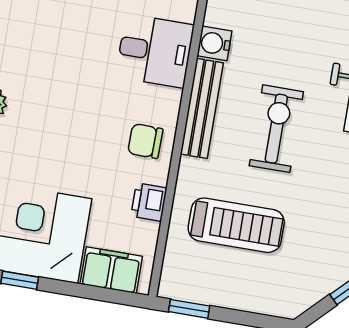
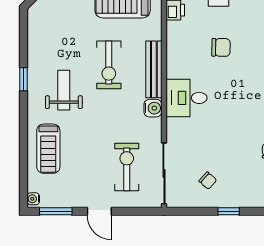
chair: (145, 141) -> (221, 47), moved

